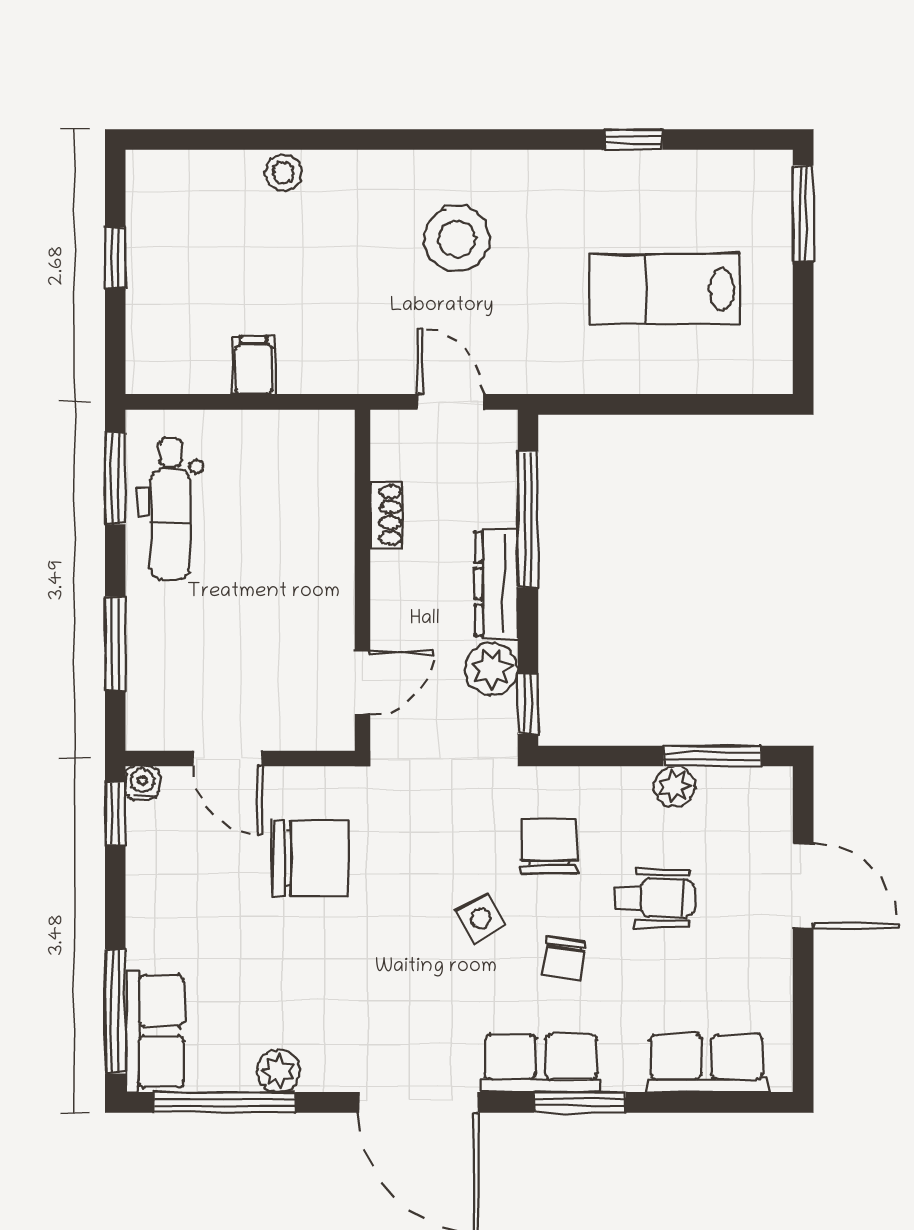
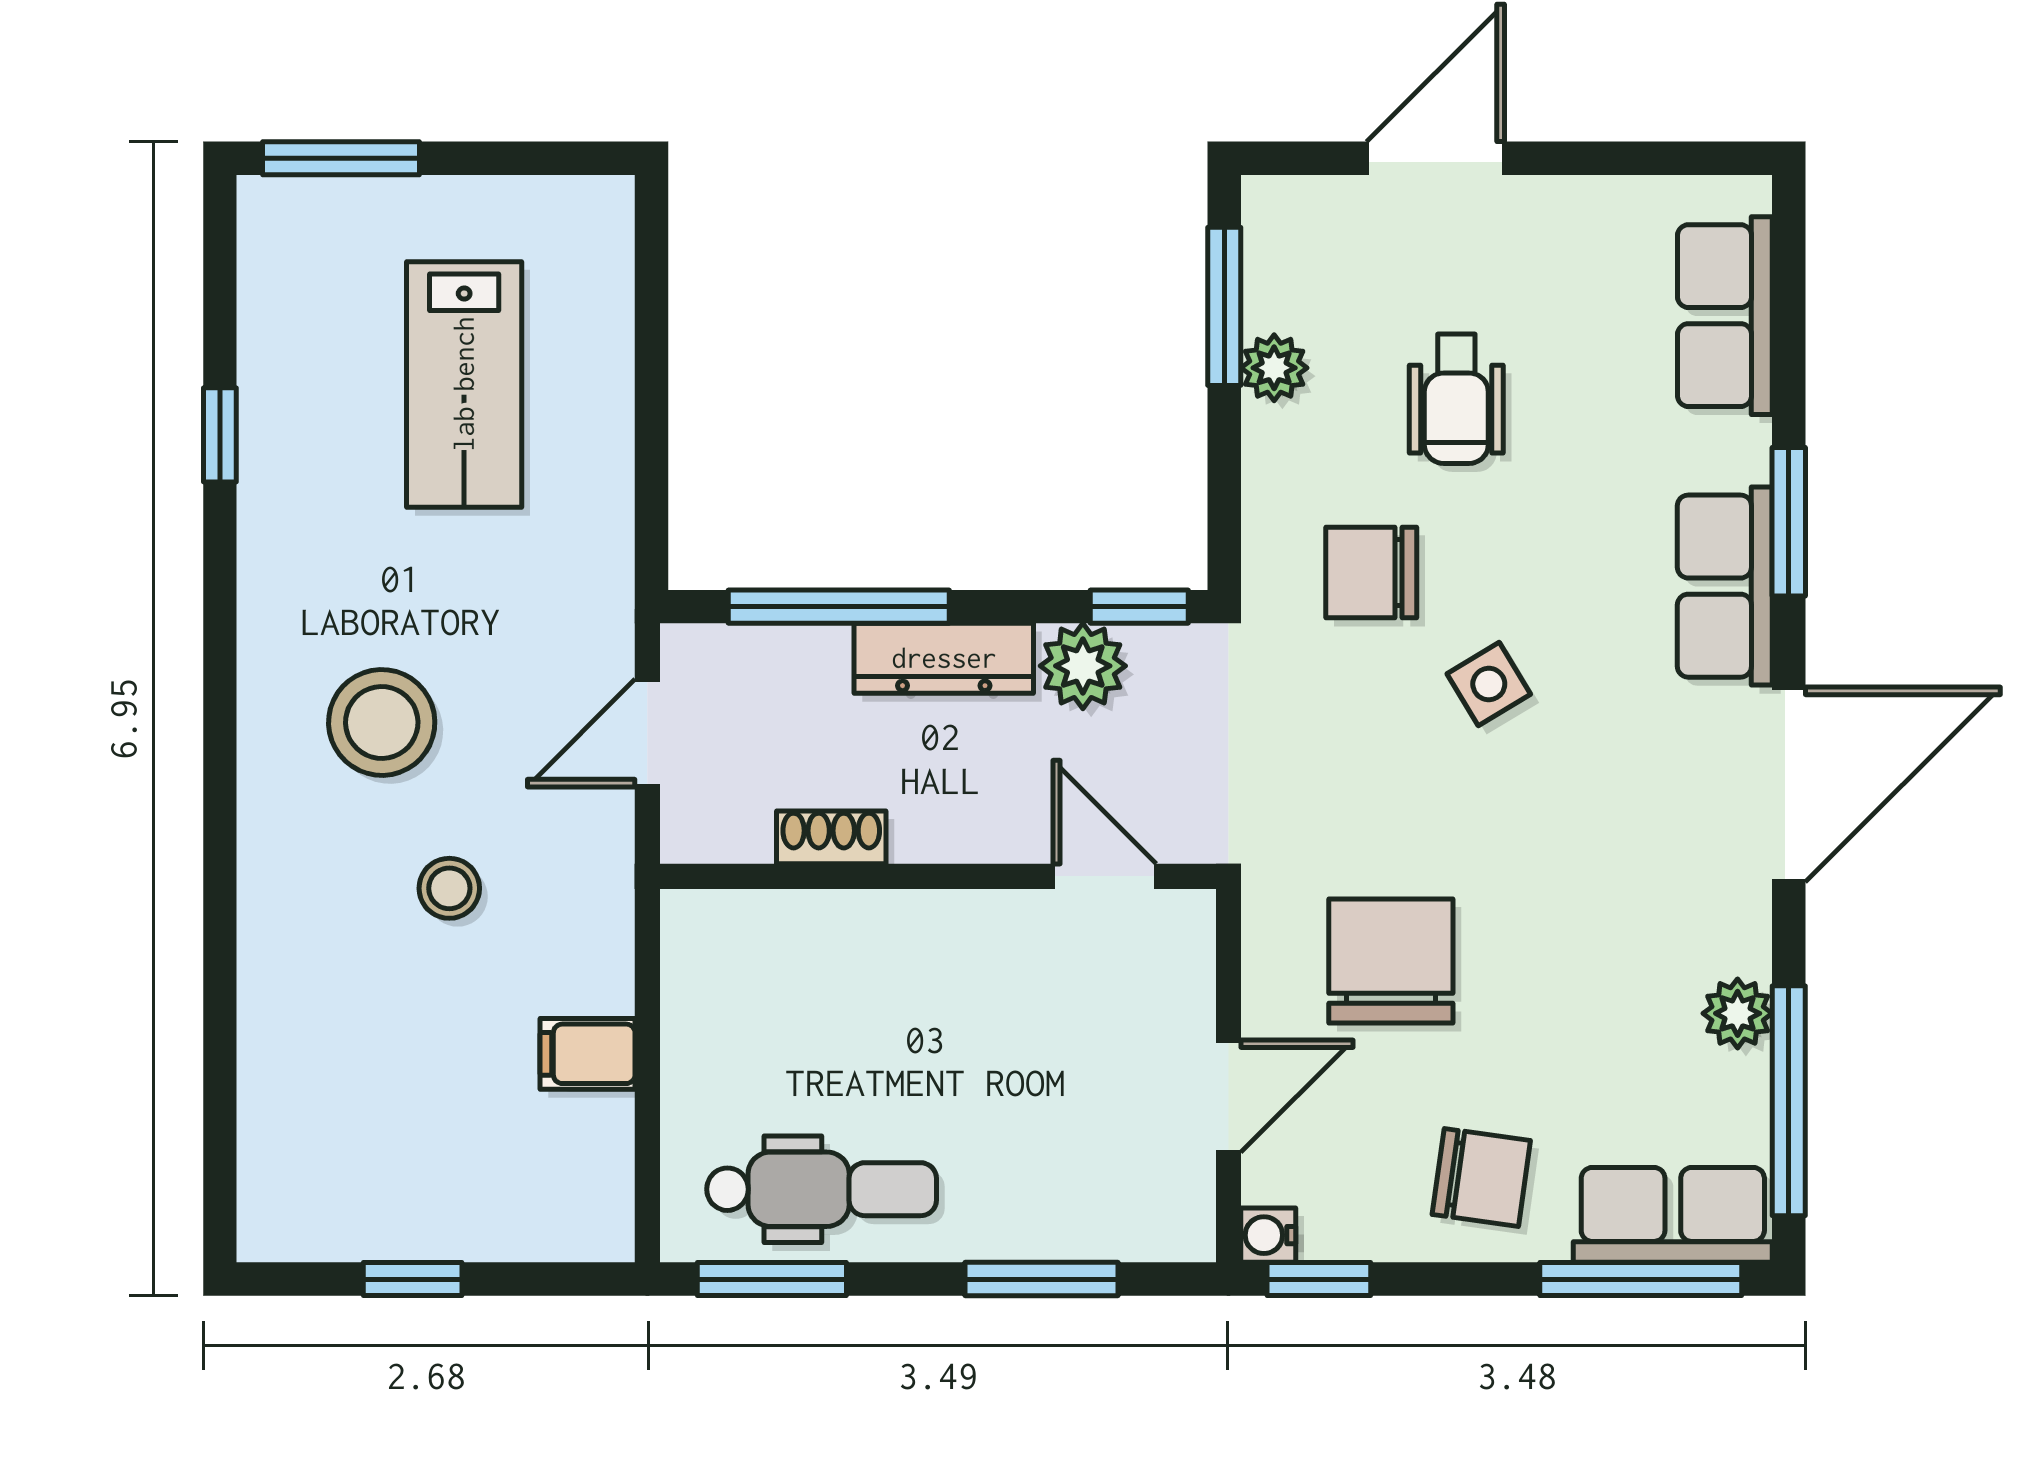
stool: (283, 173) -> (449, 888), moved
wheelchair: (656, 898) -> (1456, 399), turned 180
chair: (564, 958) -> (1481, 1177), moved, width x1.37, depth x1.37

